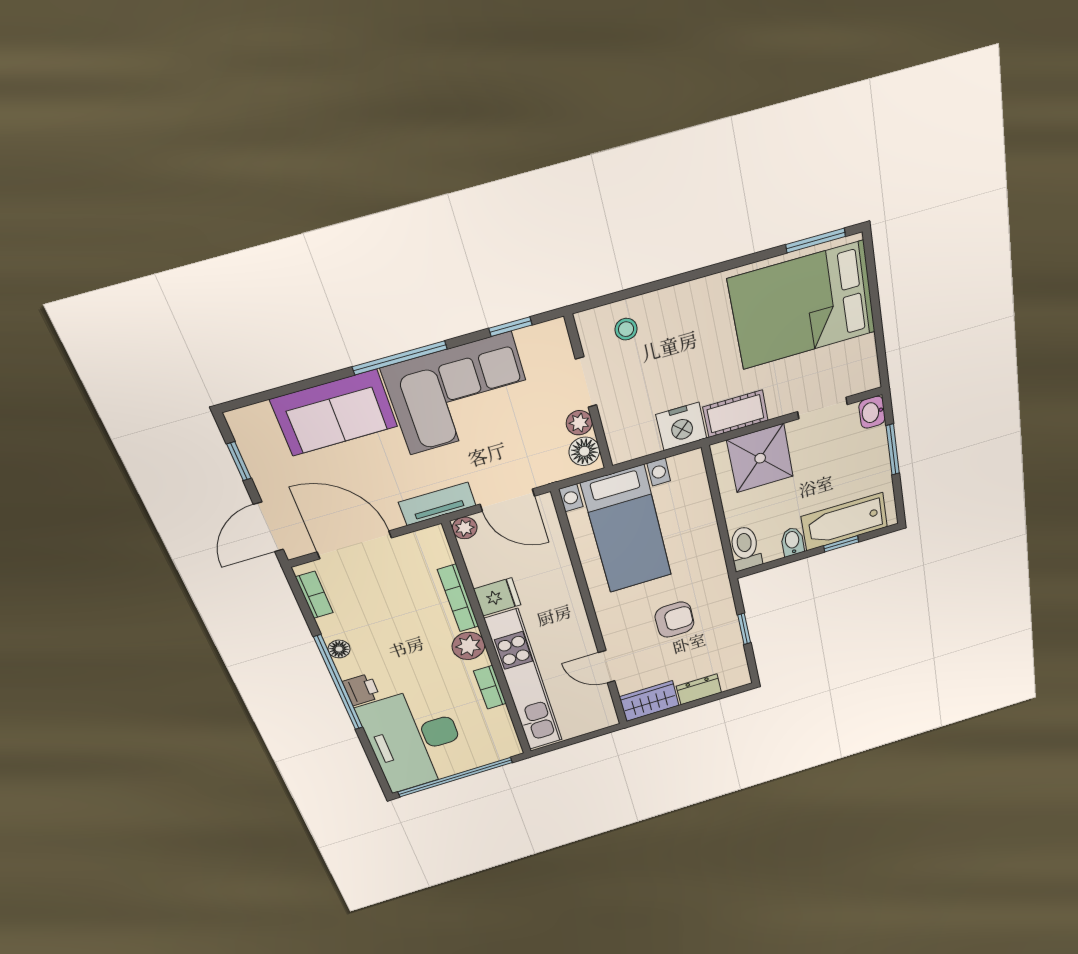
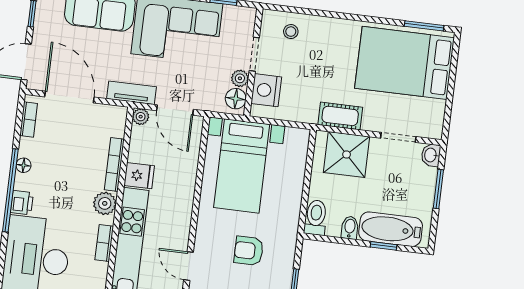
nightstand: (681, 426) -> (266, 90), moved, turned 90
armchair: (675, 620) -> (249, 251), turned 180

